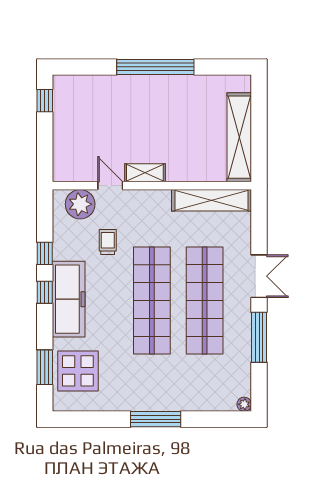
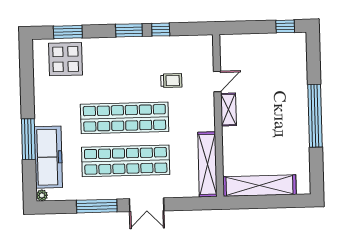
plant: (80, 204) -> (201, 57), removed
window: (45, 292) -> (129, 30), width x1.50
freezer: (69, 299) -> (48, 157), moved, turned -90
window: (156, 419) -> (28, 139), moved

